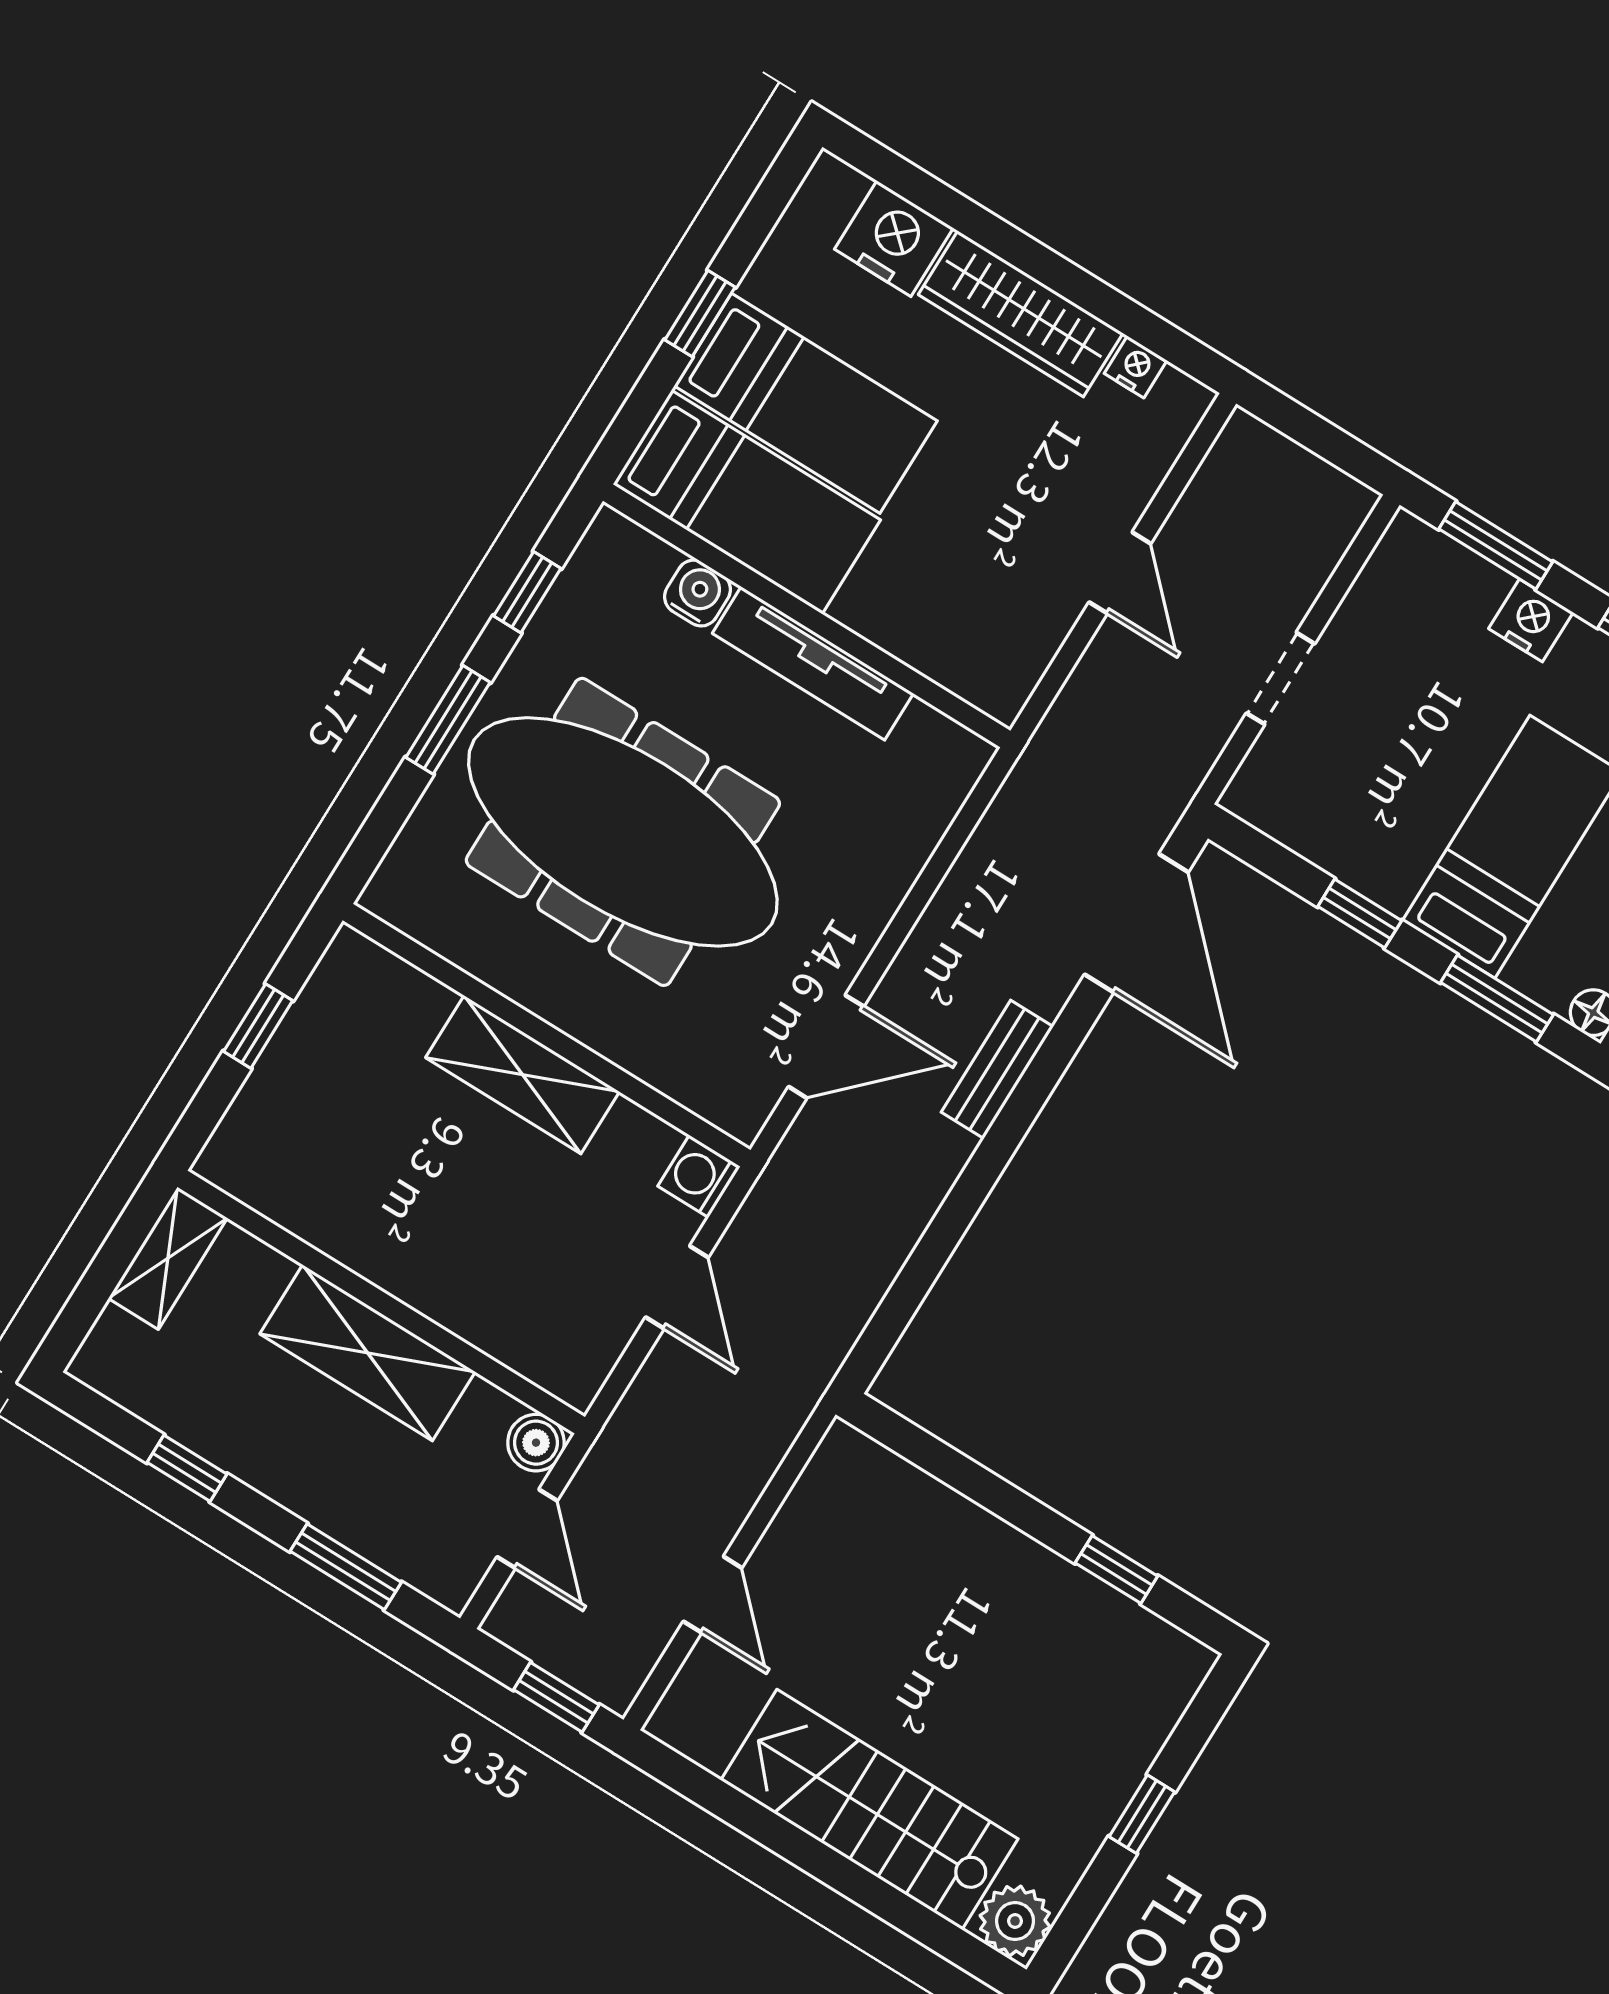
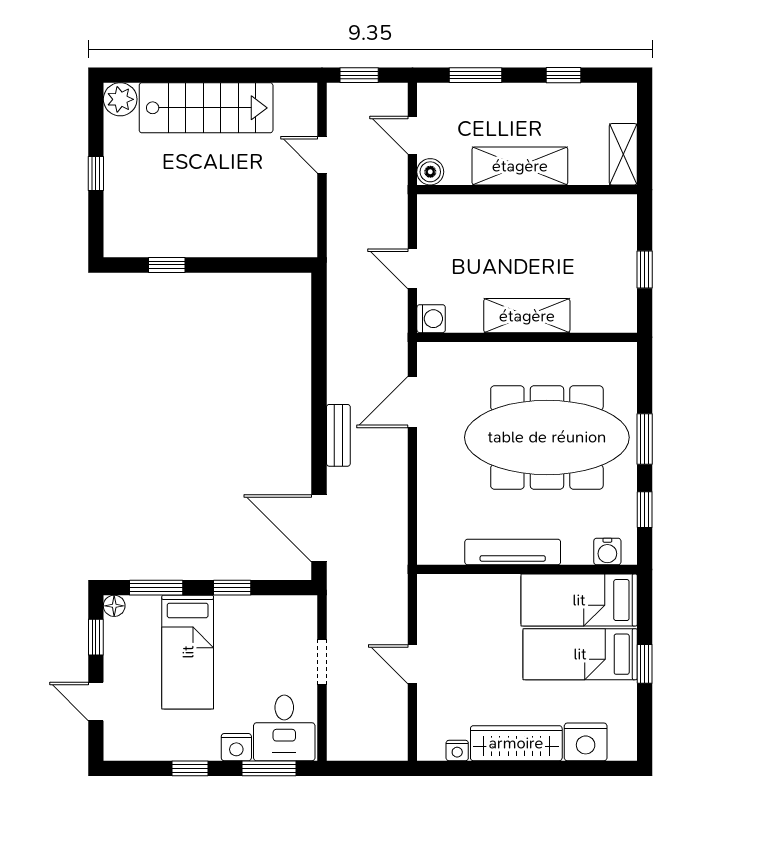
water cooler: (697, 593) -> (607, 551), moved
desk: (1423, 601) -> (284, 728), added

